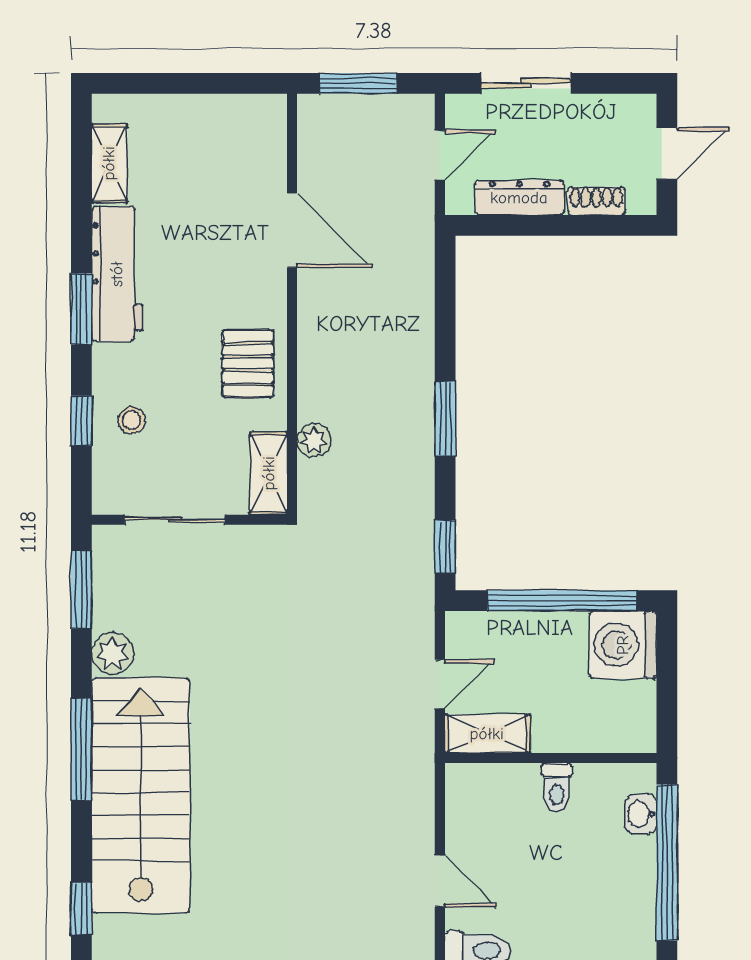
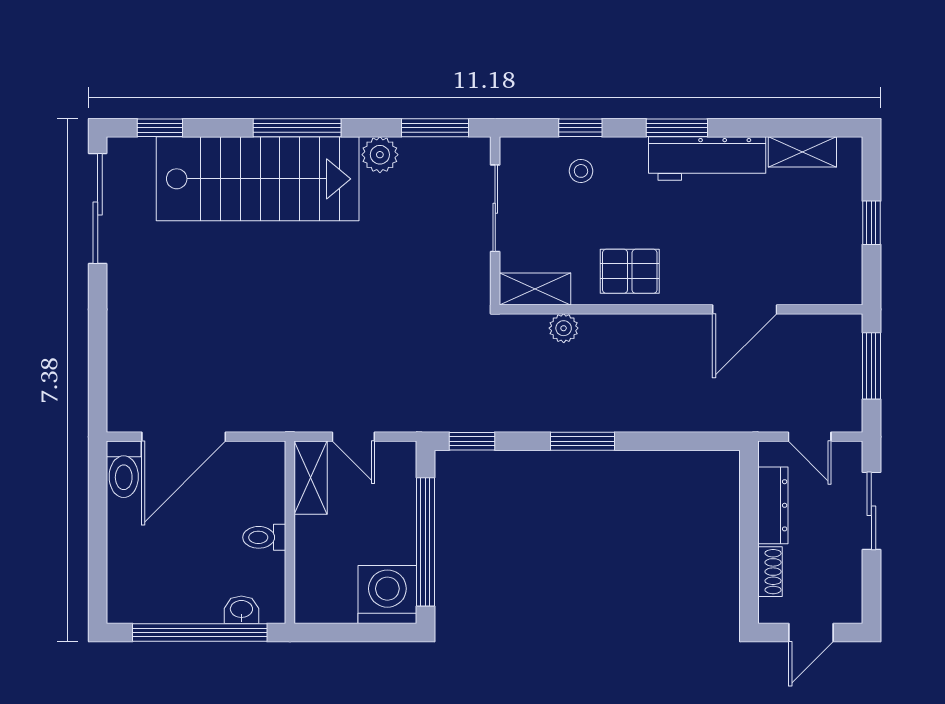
window: (192, 83) -> (871, 223), added
door: (667, 153) -> (811, 632), hinge flipped
door: (440, 881) -> (184, 437), width x1.88

